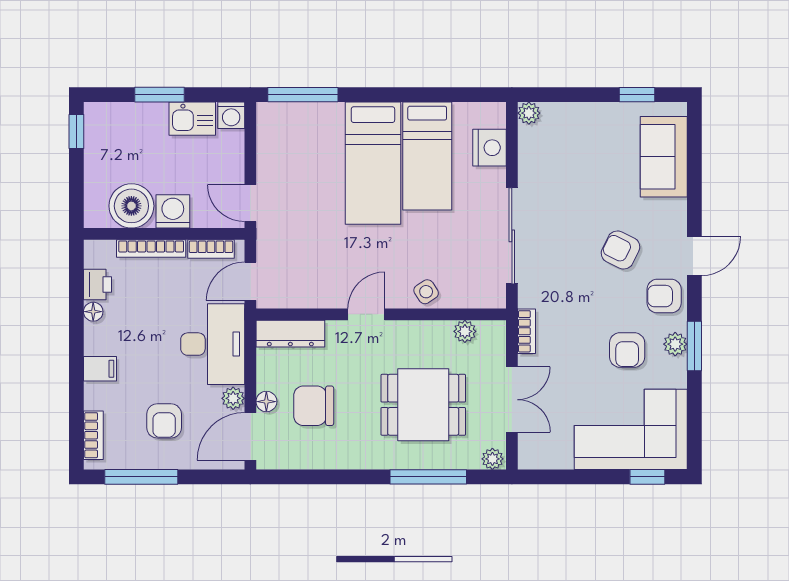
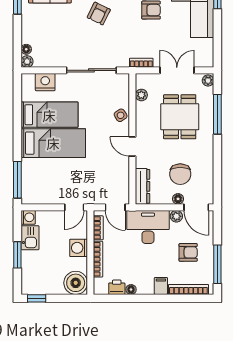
floor lamp: (552, 111) -> (26, 49), added
boiler: (131, 206) -> (76, 283), moved
bookcase: (93, 435) -> (188, 289), width x1.56

